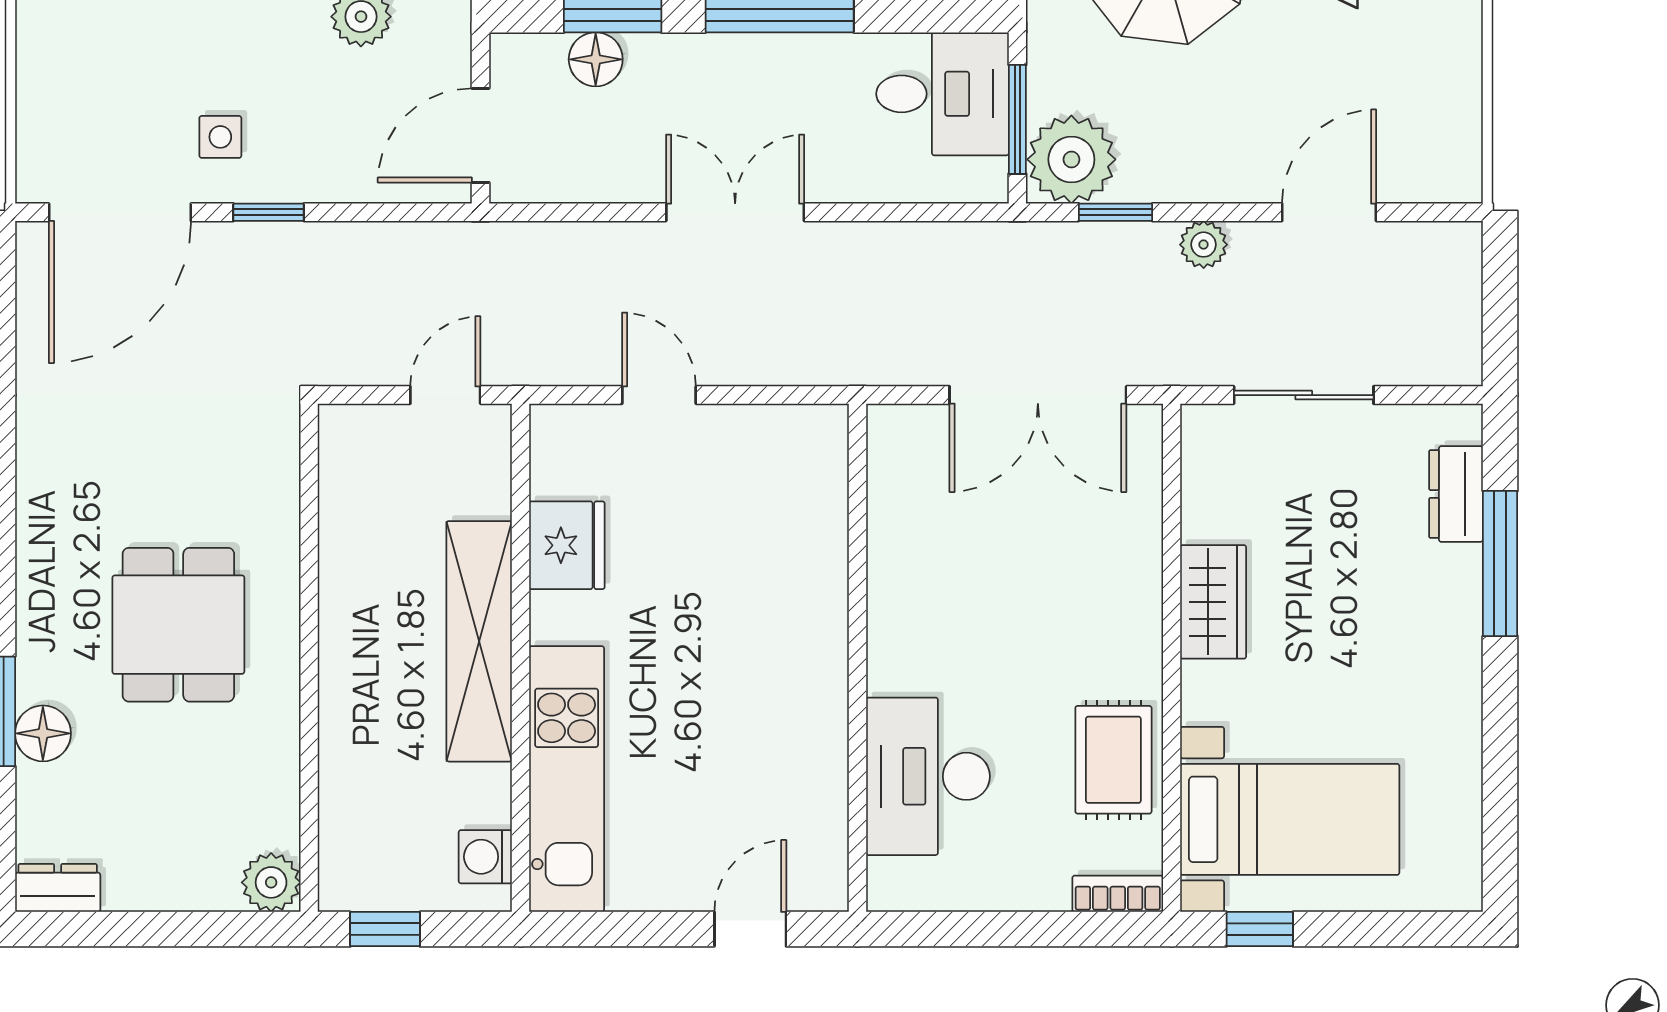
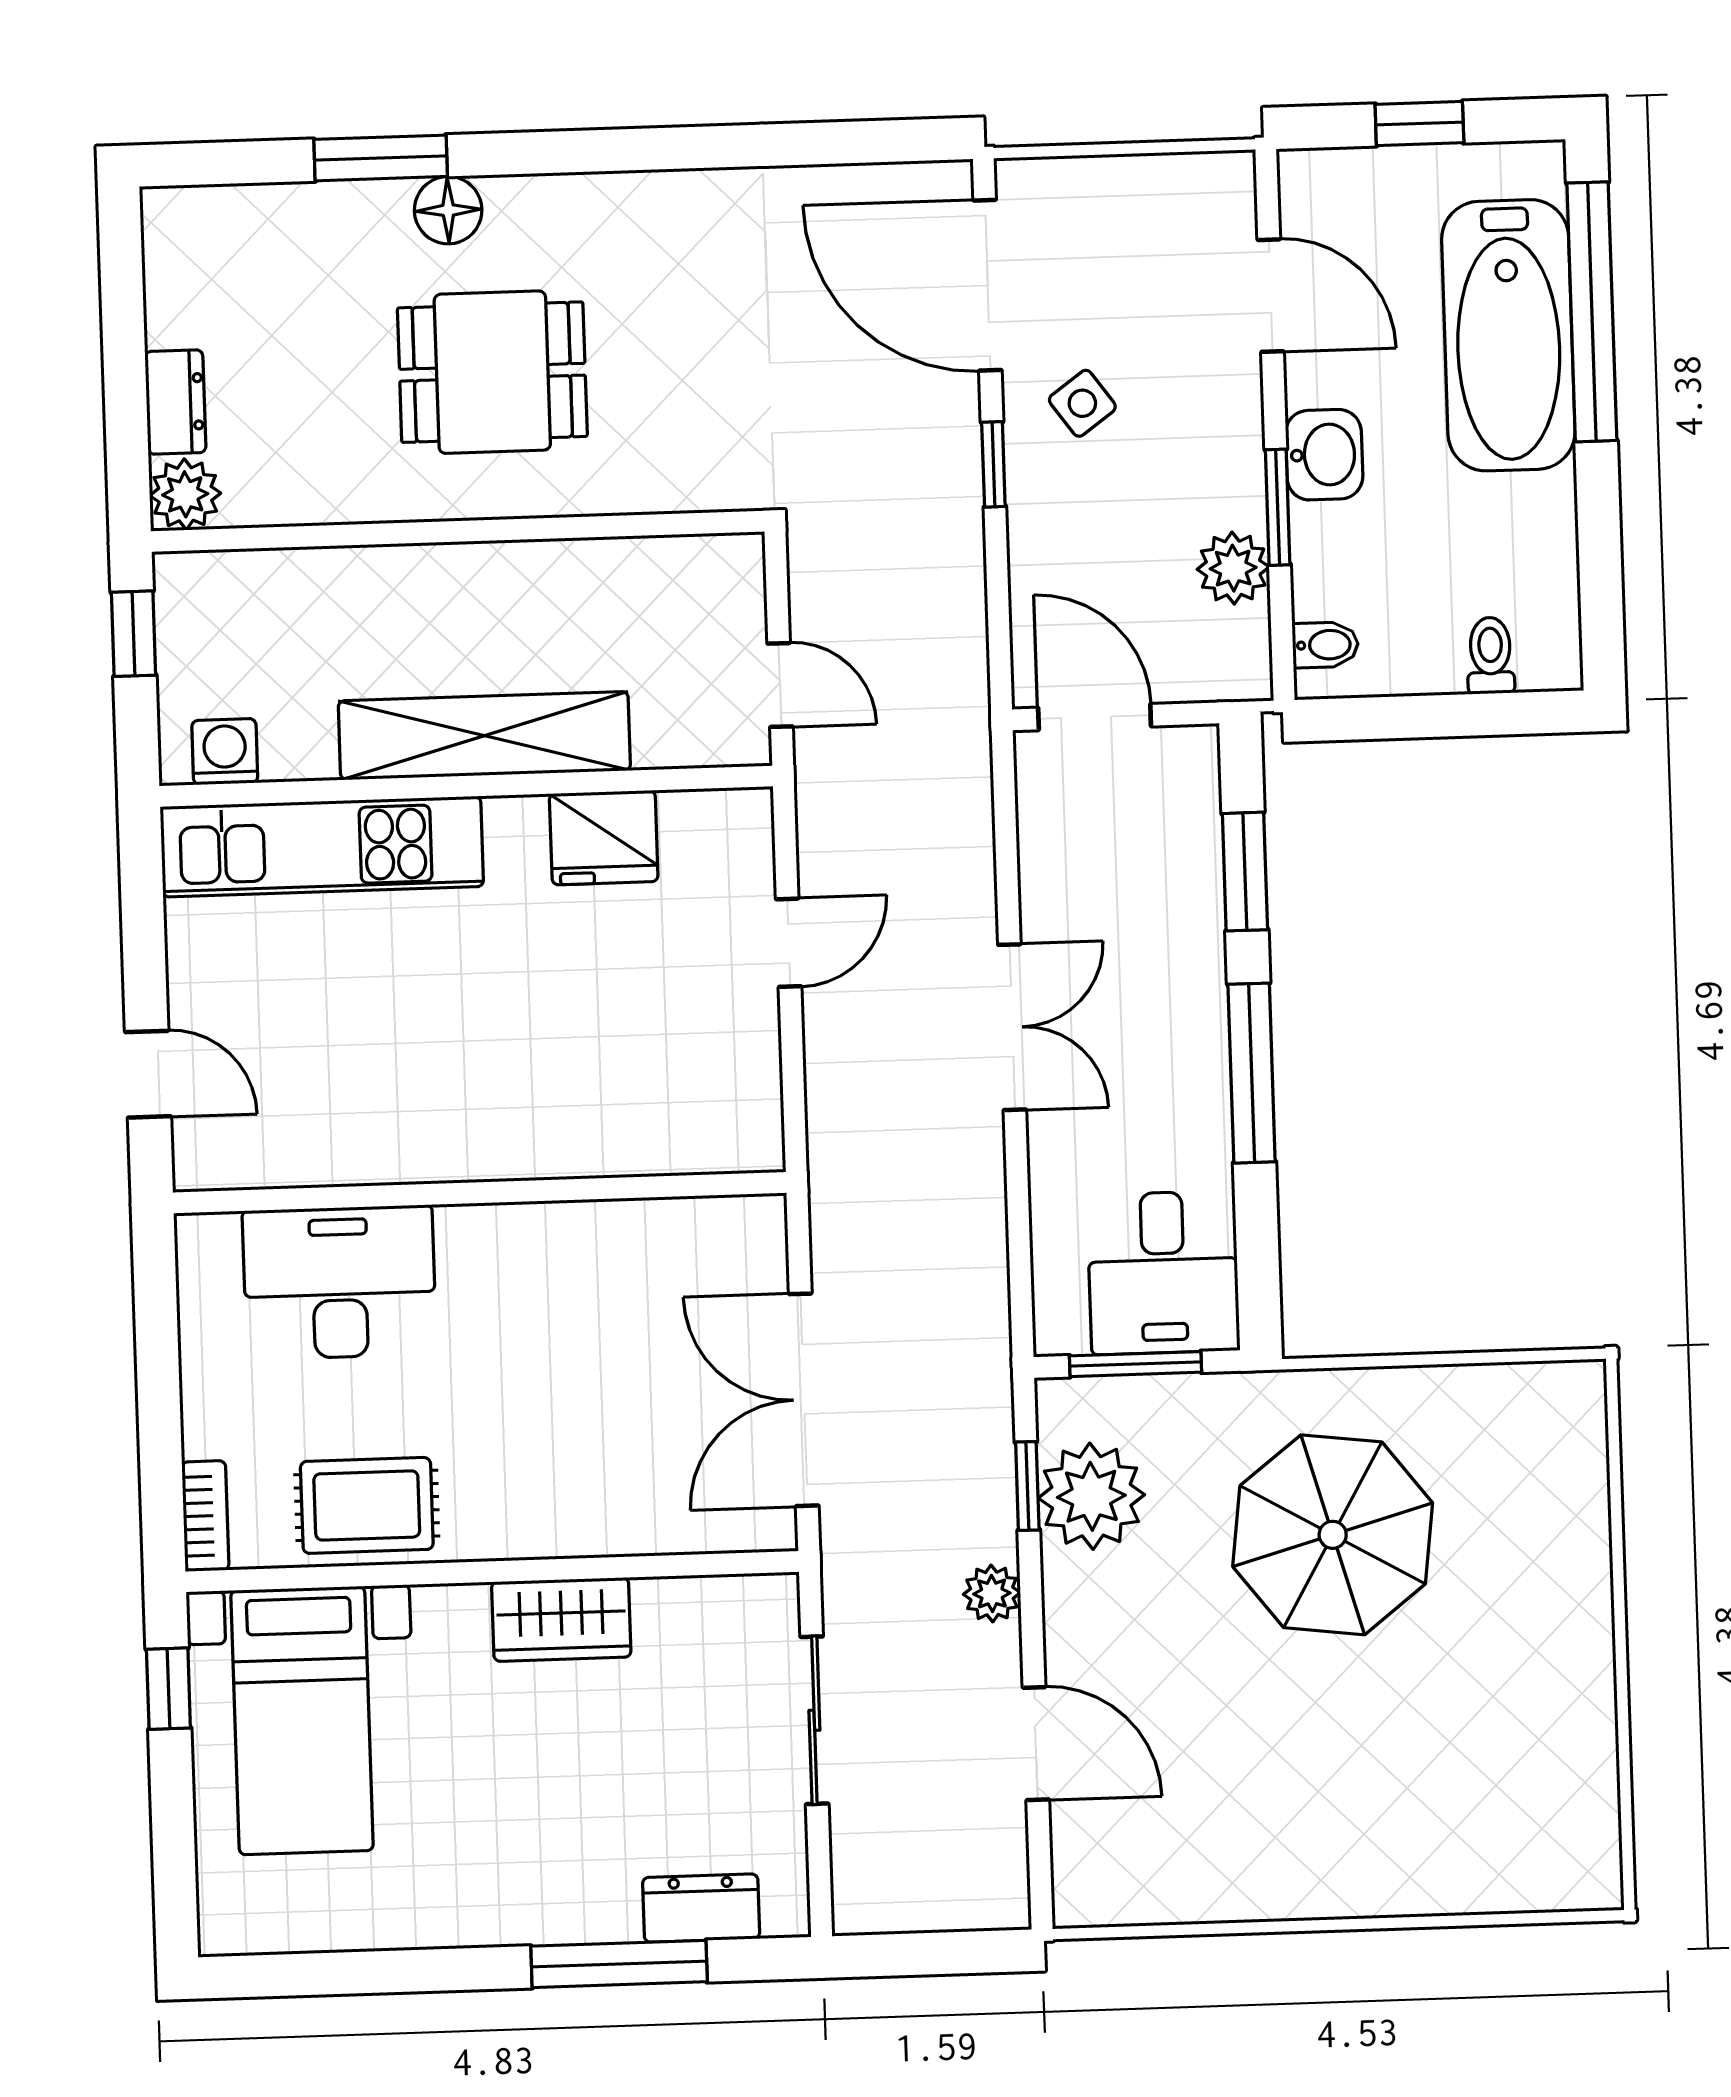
floor lamp: (596, 59) -> (1191, 853), removed
side table: (220, 137) -> (1082, 403), turned -36
plant: (1071, 159) -> (1091, 1496), moved
floor lamp: (43, 733) -> (448, 210), moved
dresser: (58, 888) -> (175, 402), moved

